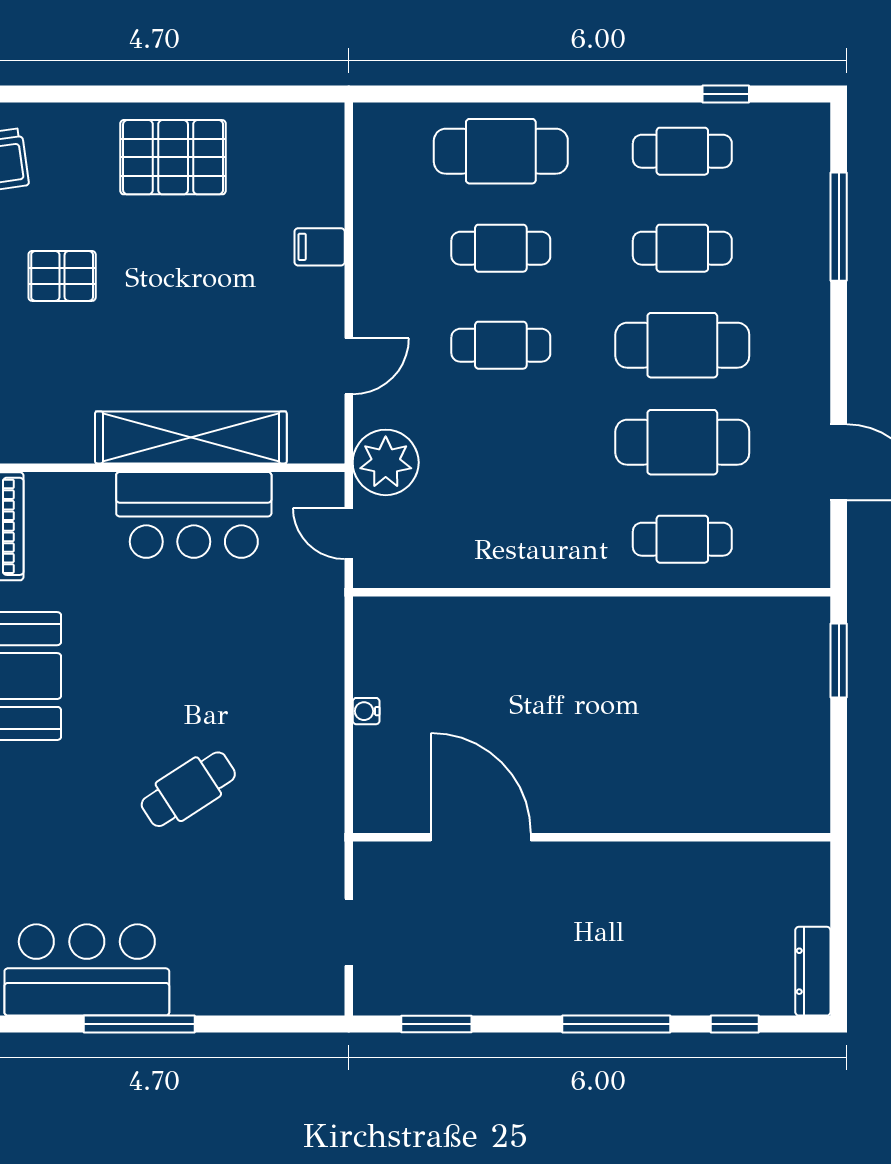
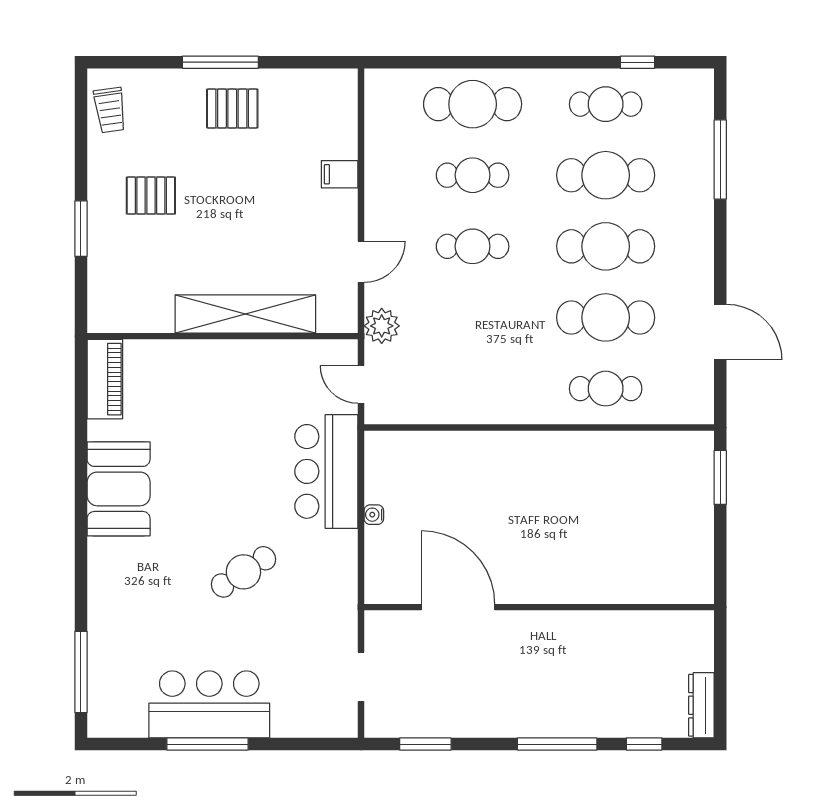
window: (157, 94) -> (220, 62), added
pallet: (173, 157) -> (232, 109), width x0.67, depth x0.71
cafe table: (682, 248) -> (606, 175), width x1.37, depth x1.35
plant: (386, 462) -> (382, 326), width x0.73, depth x0.73
bar counter: (194, 515) -> (326, 471), moved, turned 90
bar counter: (87, 970) -> (209, 704), moved

